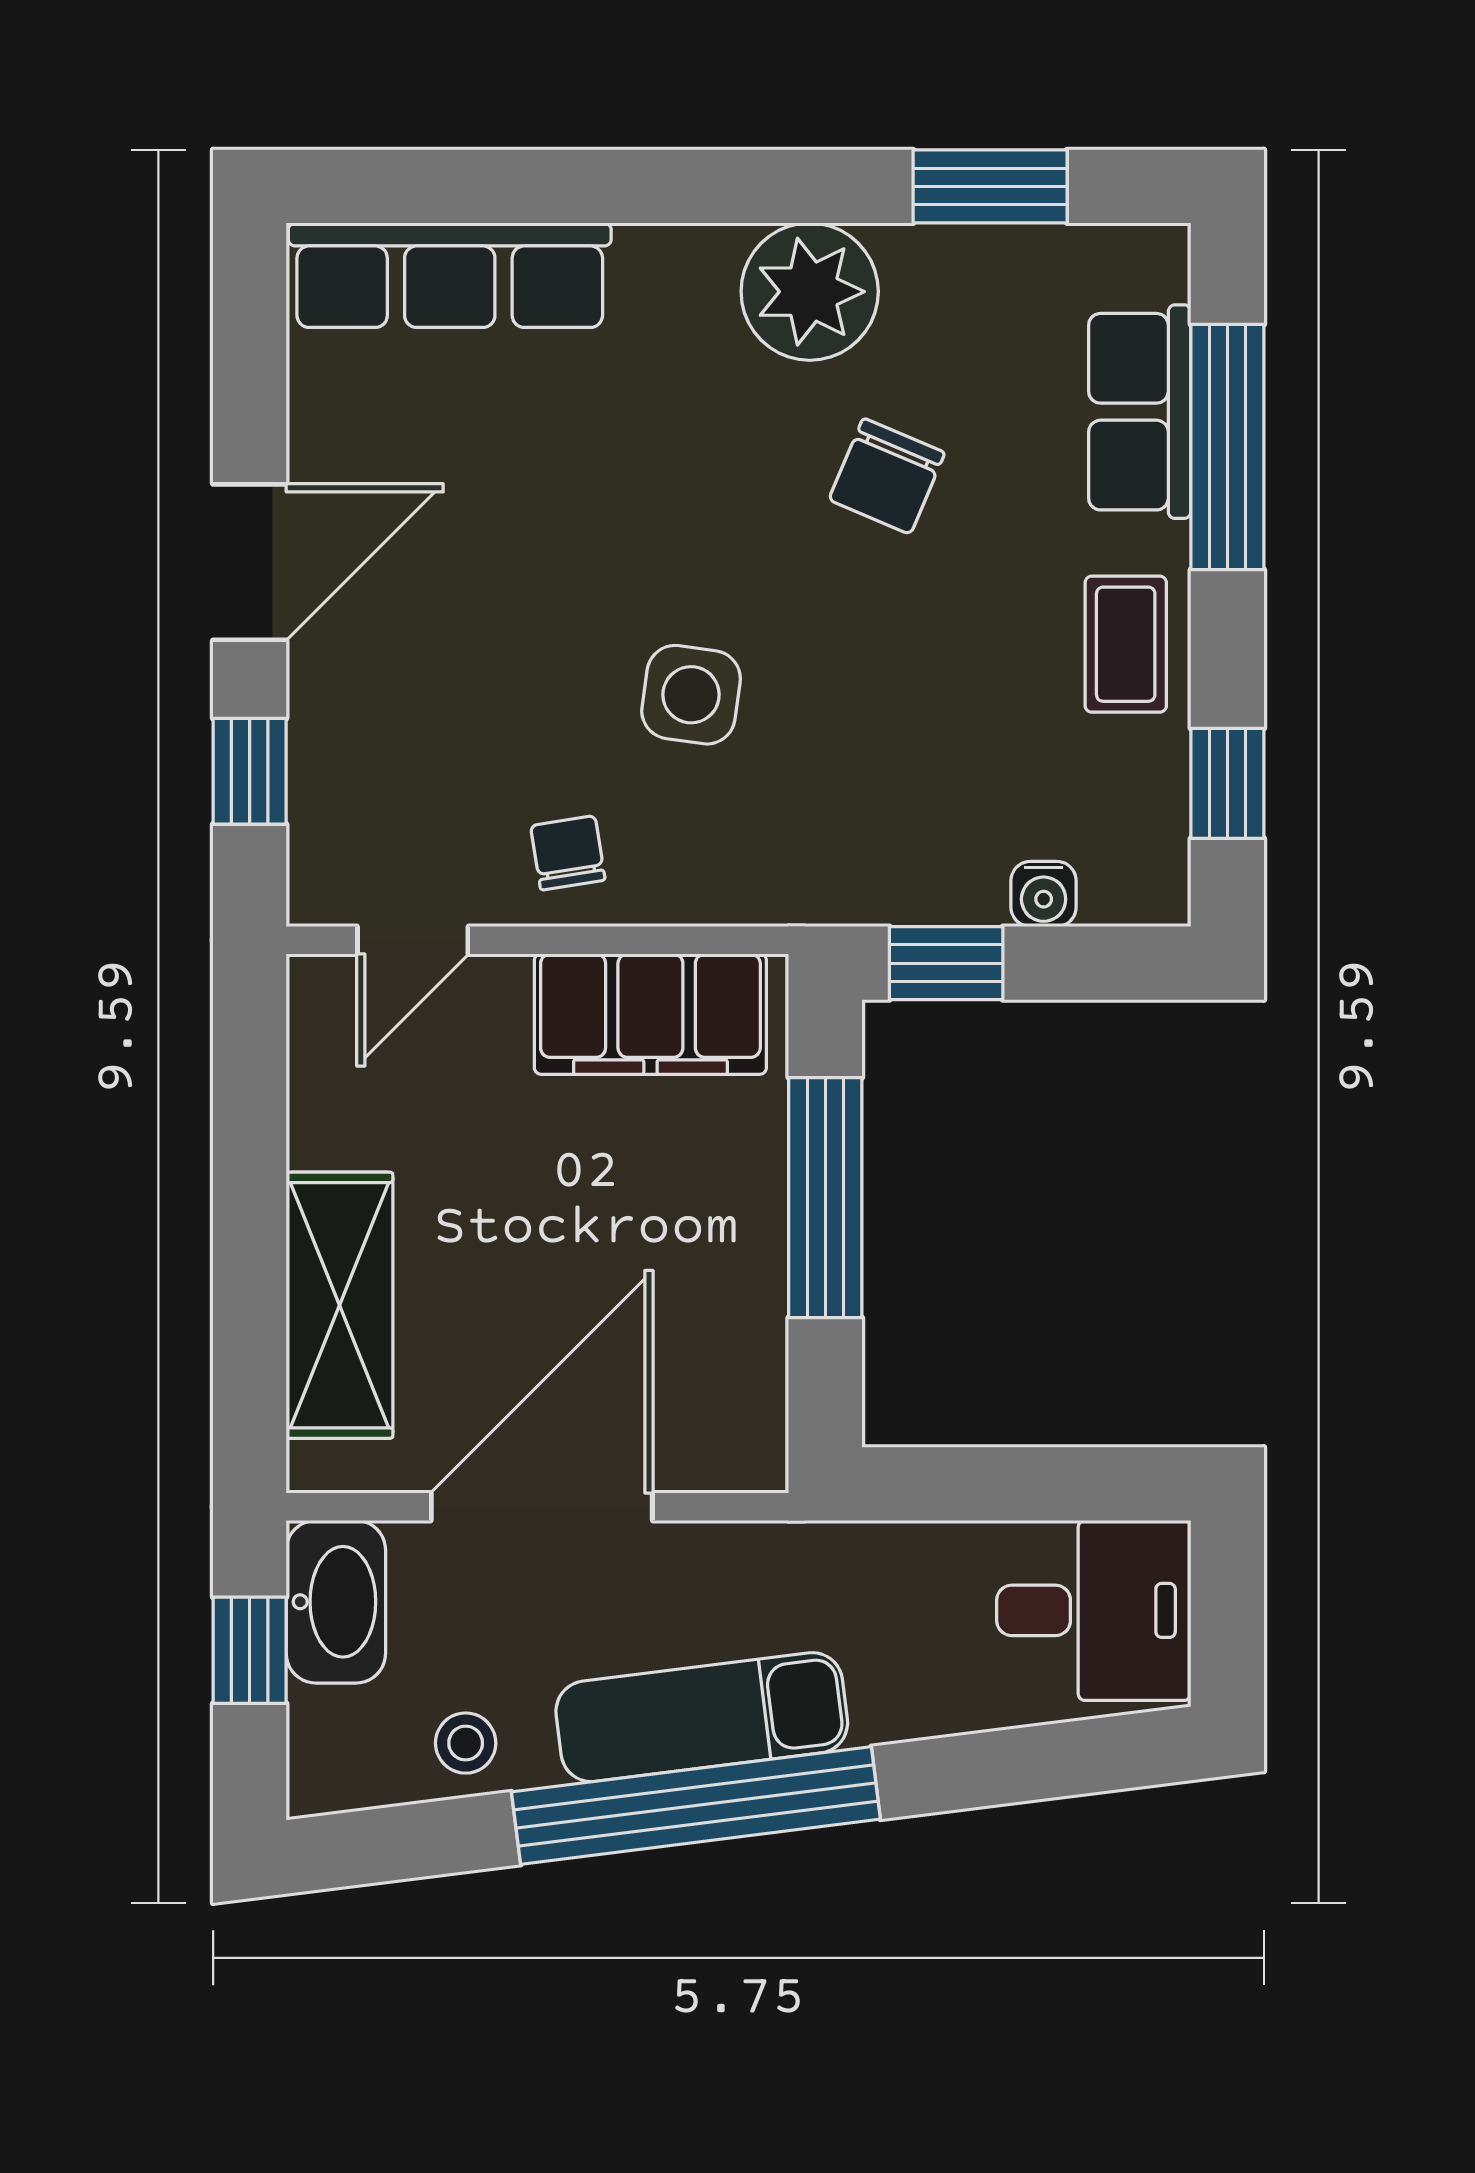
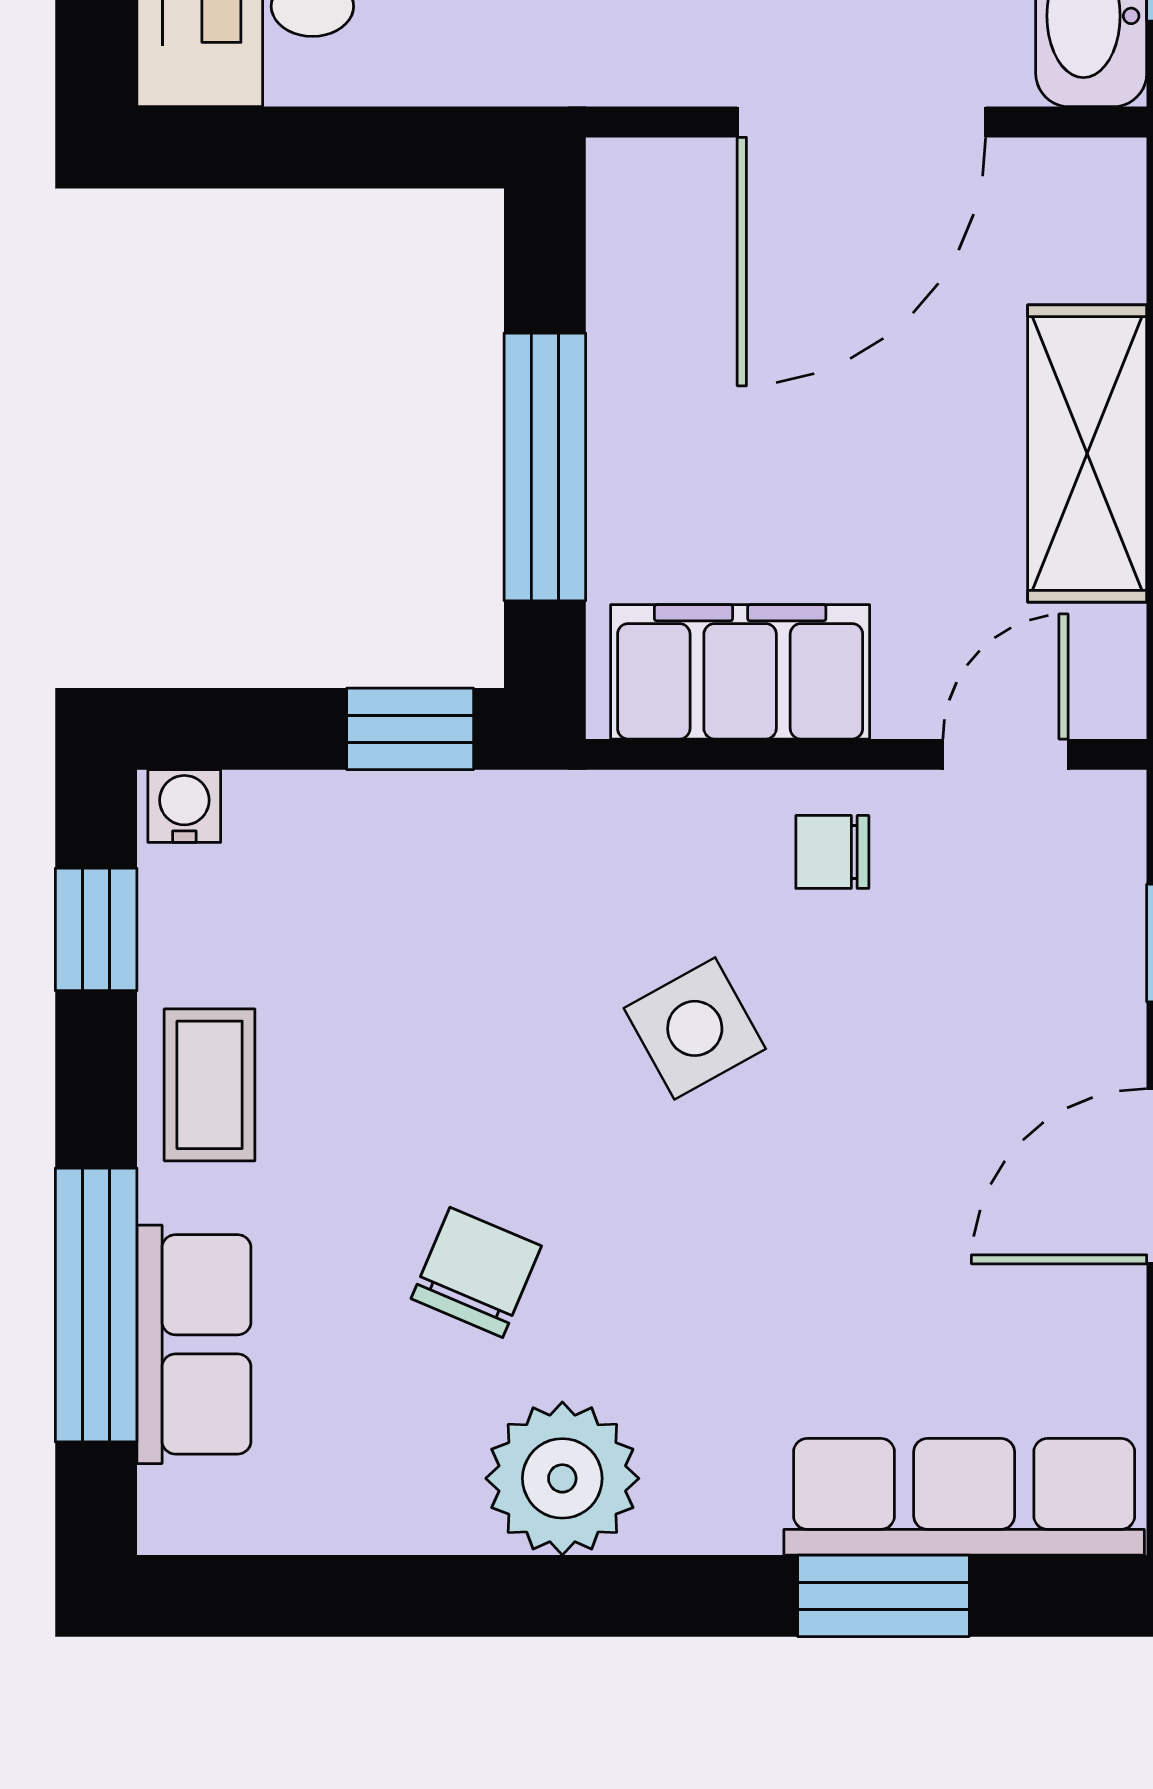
window: (990, 186) -> (883, 1596), moved
side table: (691, 695) -> (695, 1028), turned -37
chair: (568, 853) -> (832, 852), turned 99
water cooler: (1044, 894) -> (184, 806), moved
shelving: (339, 1305) -> (1087, 454), moved

